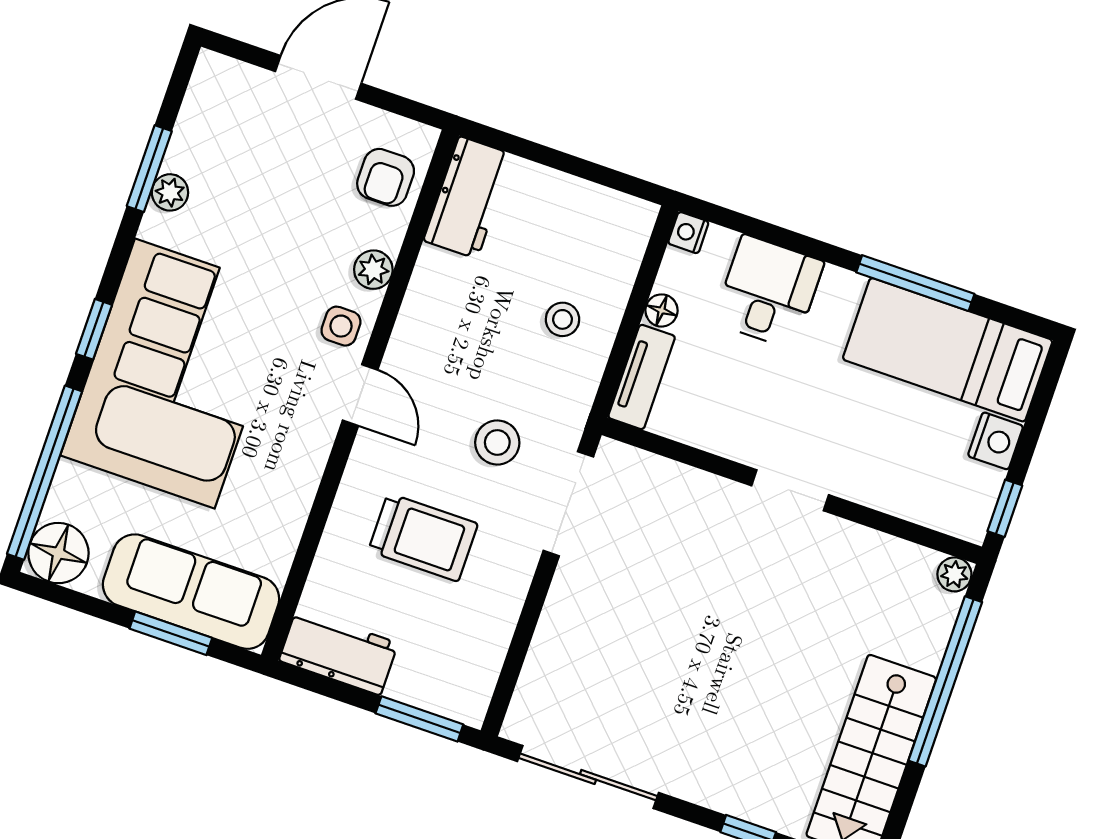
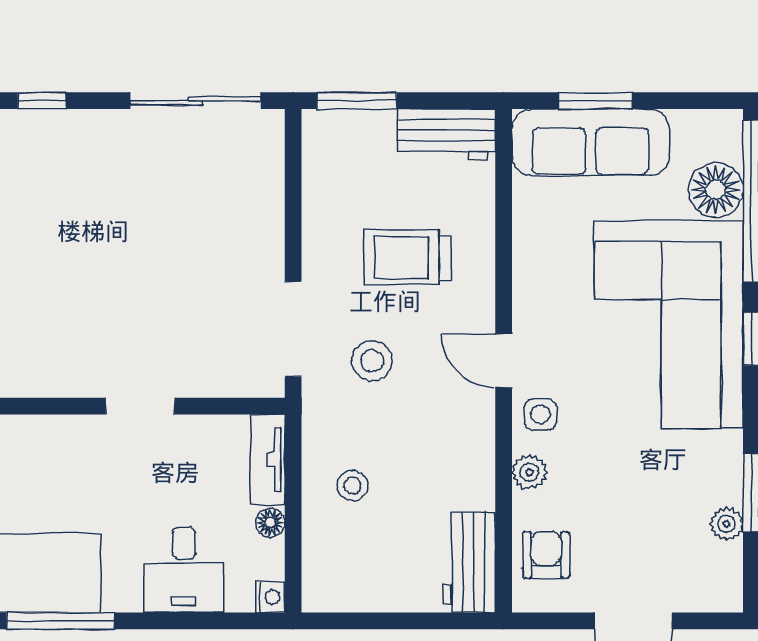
plant: (170, 192) -> (727, 524), moved
doorway: (790, 490) -> (140, 406), moved
floor lamp: (58, 553) -> (716, 190), moved

